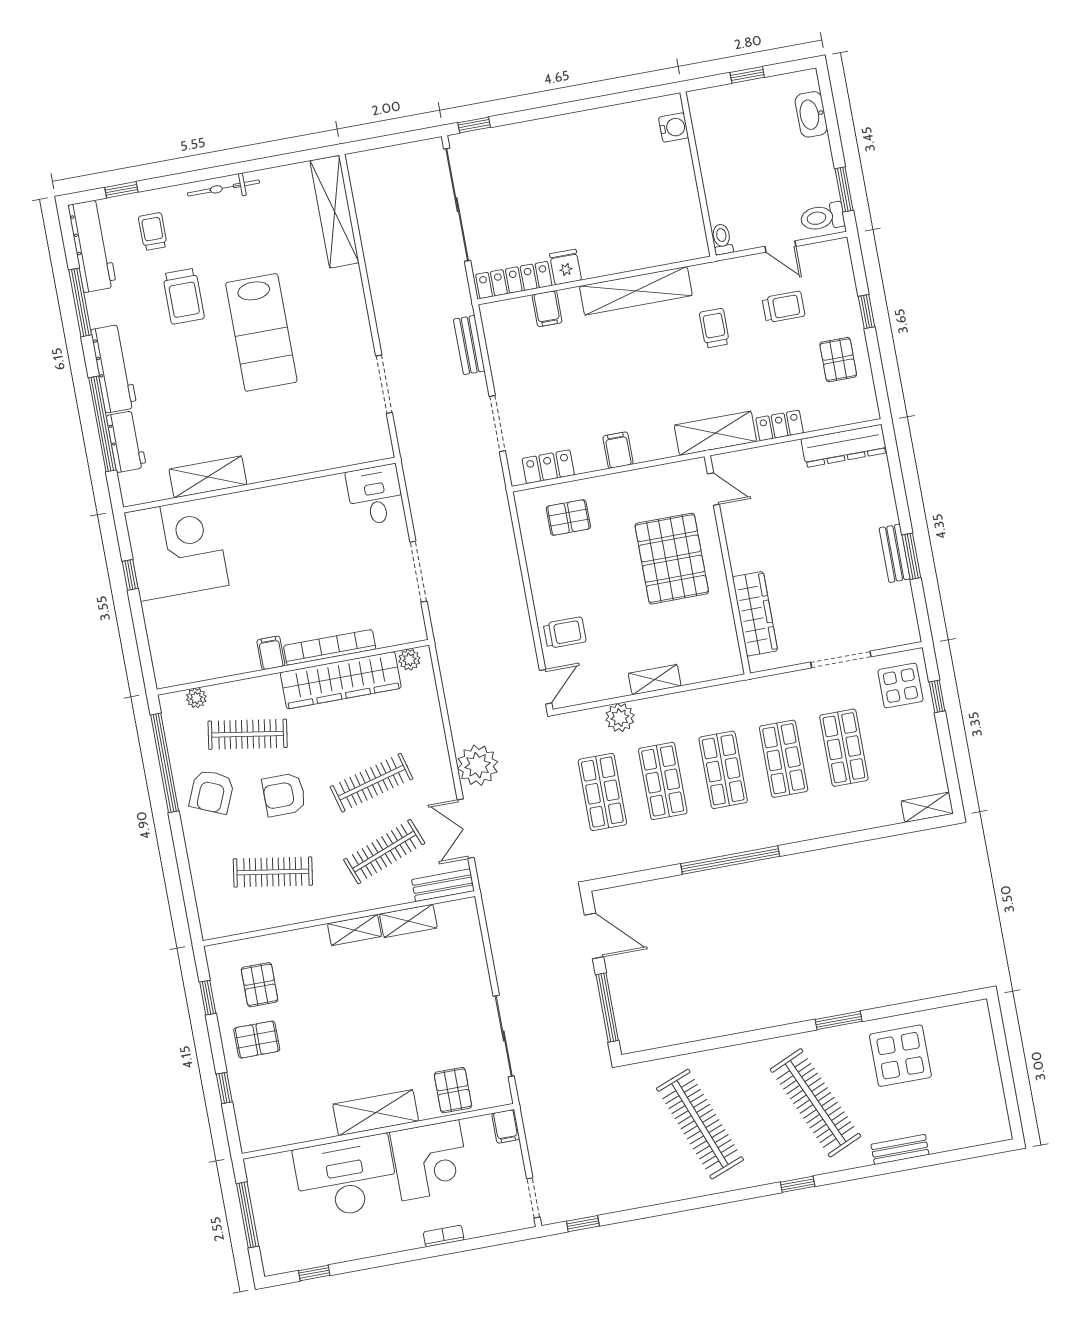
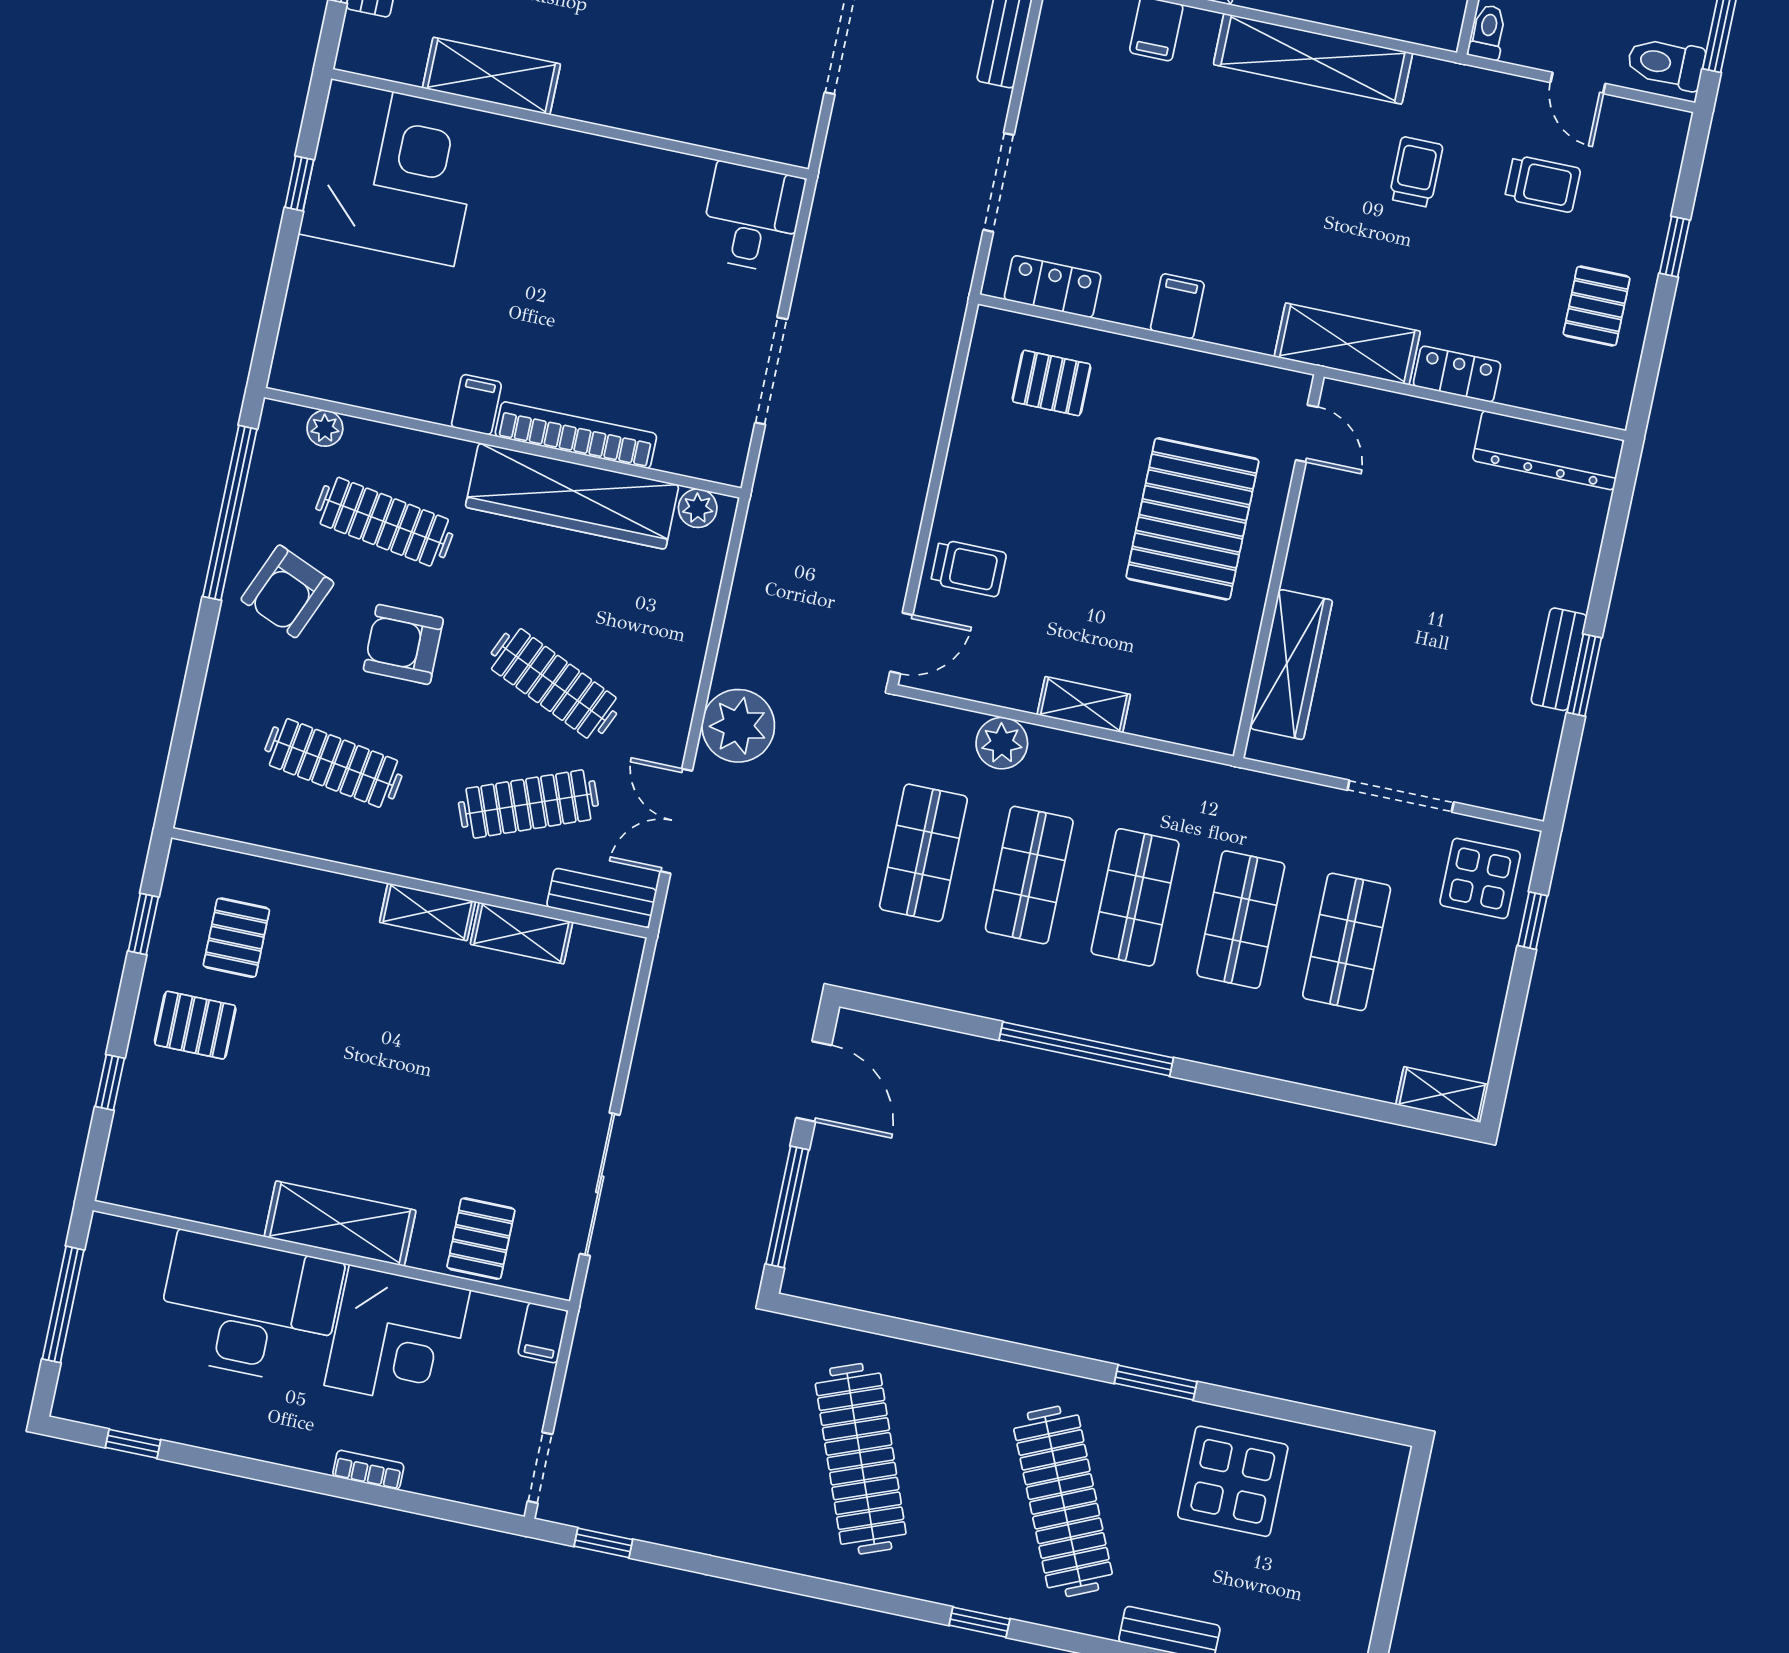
clothes rail: (372, 783) -> (554, 683), turned 39

